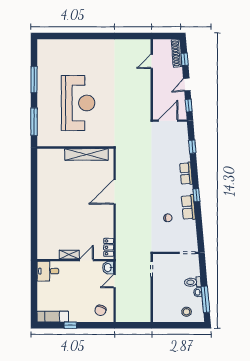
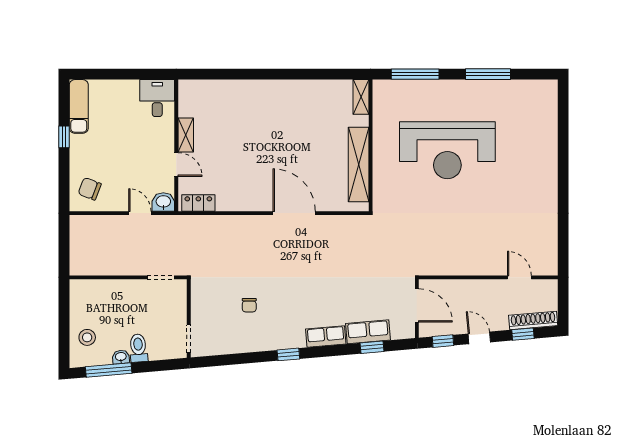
shelving: (47, 153) -> (361, 97), added
row of seats: (188, 207) -> (368, 332), moved

